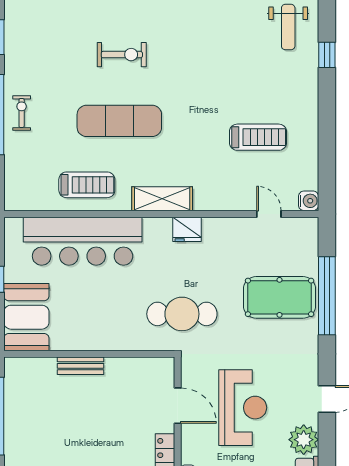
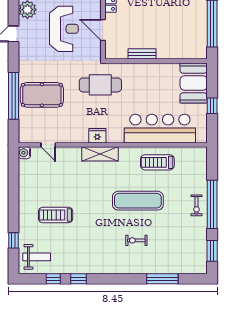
weight bench: (288, 27) -> (37, 257), turned 90
exercise bike: (122, 55) -> (136, 240), width x0.73, depth x0.72
treadmill: (258, 137) -> (56, 215), moved
shelving: (162, 199) -> (100, 154), moved
bench: (80, 366) -> (142, 54), moved
reception desk: (243, 408) -> (64, 29), turned 180

